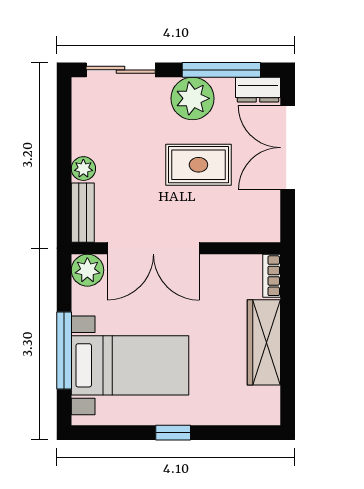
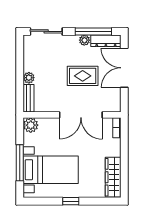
dresser: (258, 90) -> (106, 41), width x1.44
plant: (192, 98) -> (84, 40), width x0.53, depth x0.53
double door: (153, 248) -> (81, 115), moved
wardrobe: (264, 342) -> (113, 177), moved

